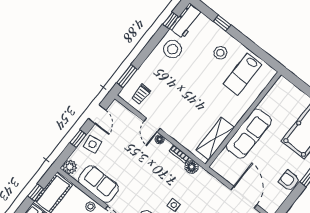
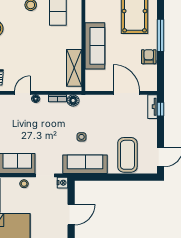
door: (152, 125) -> (22, 93), swing flipped
armchair: (289, 181) -> (149, 57), turned 90

